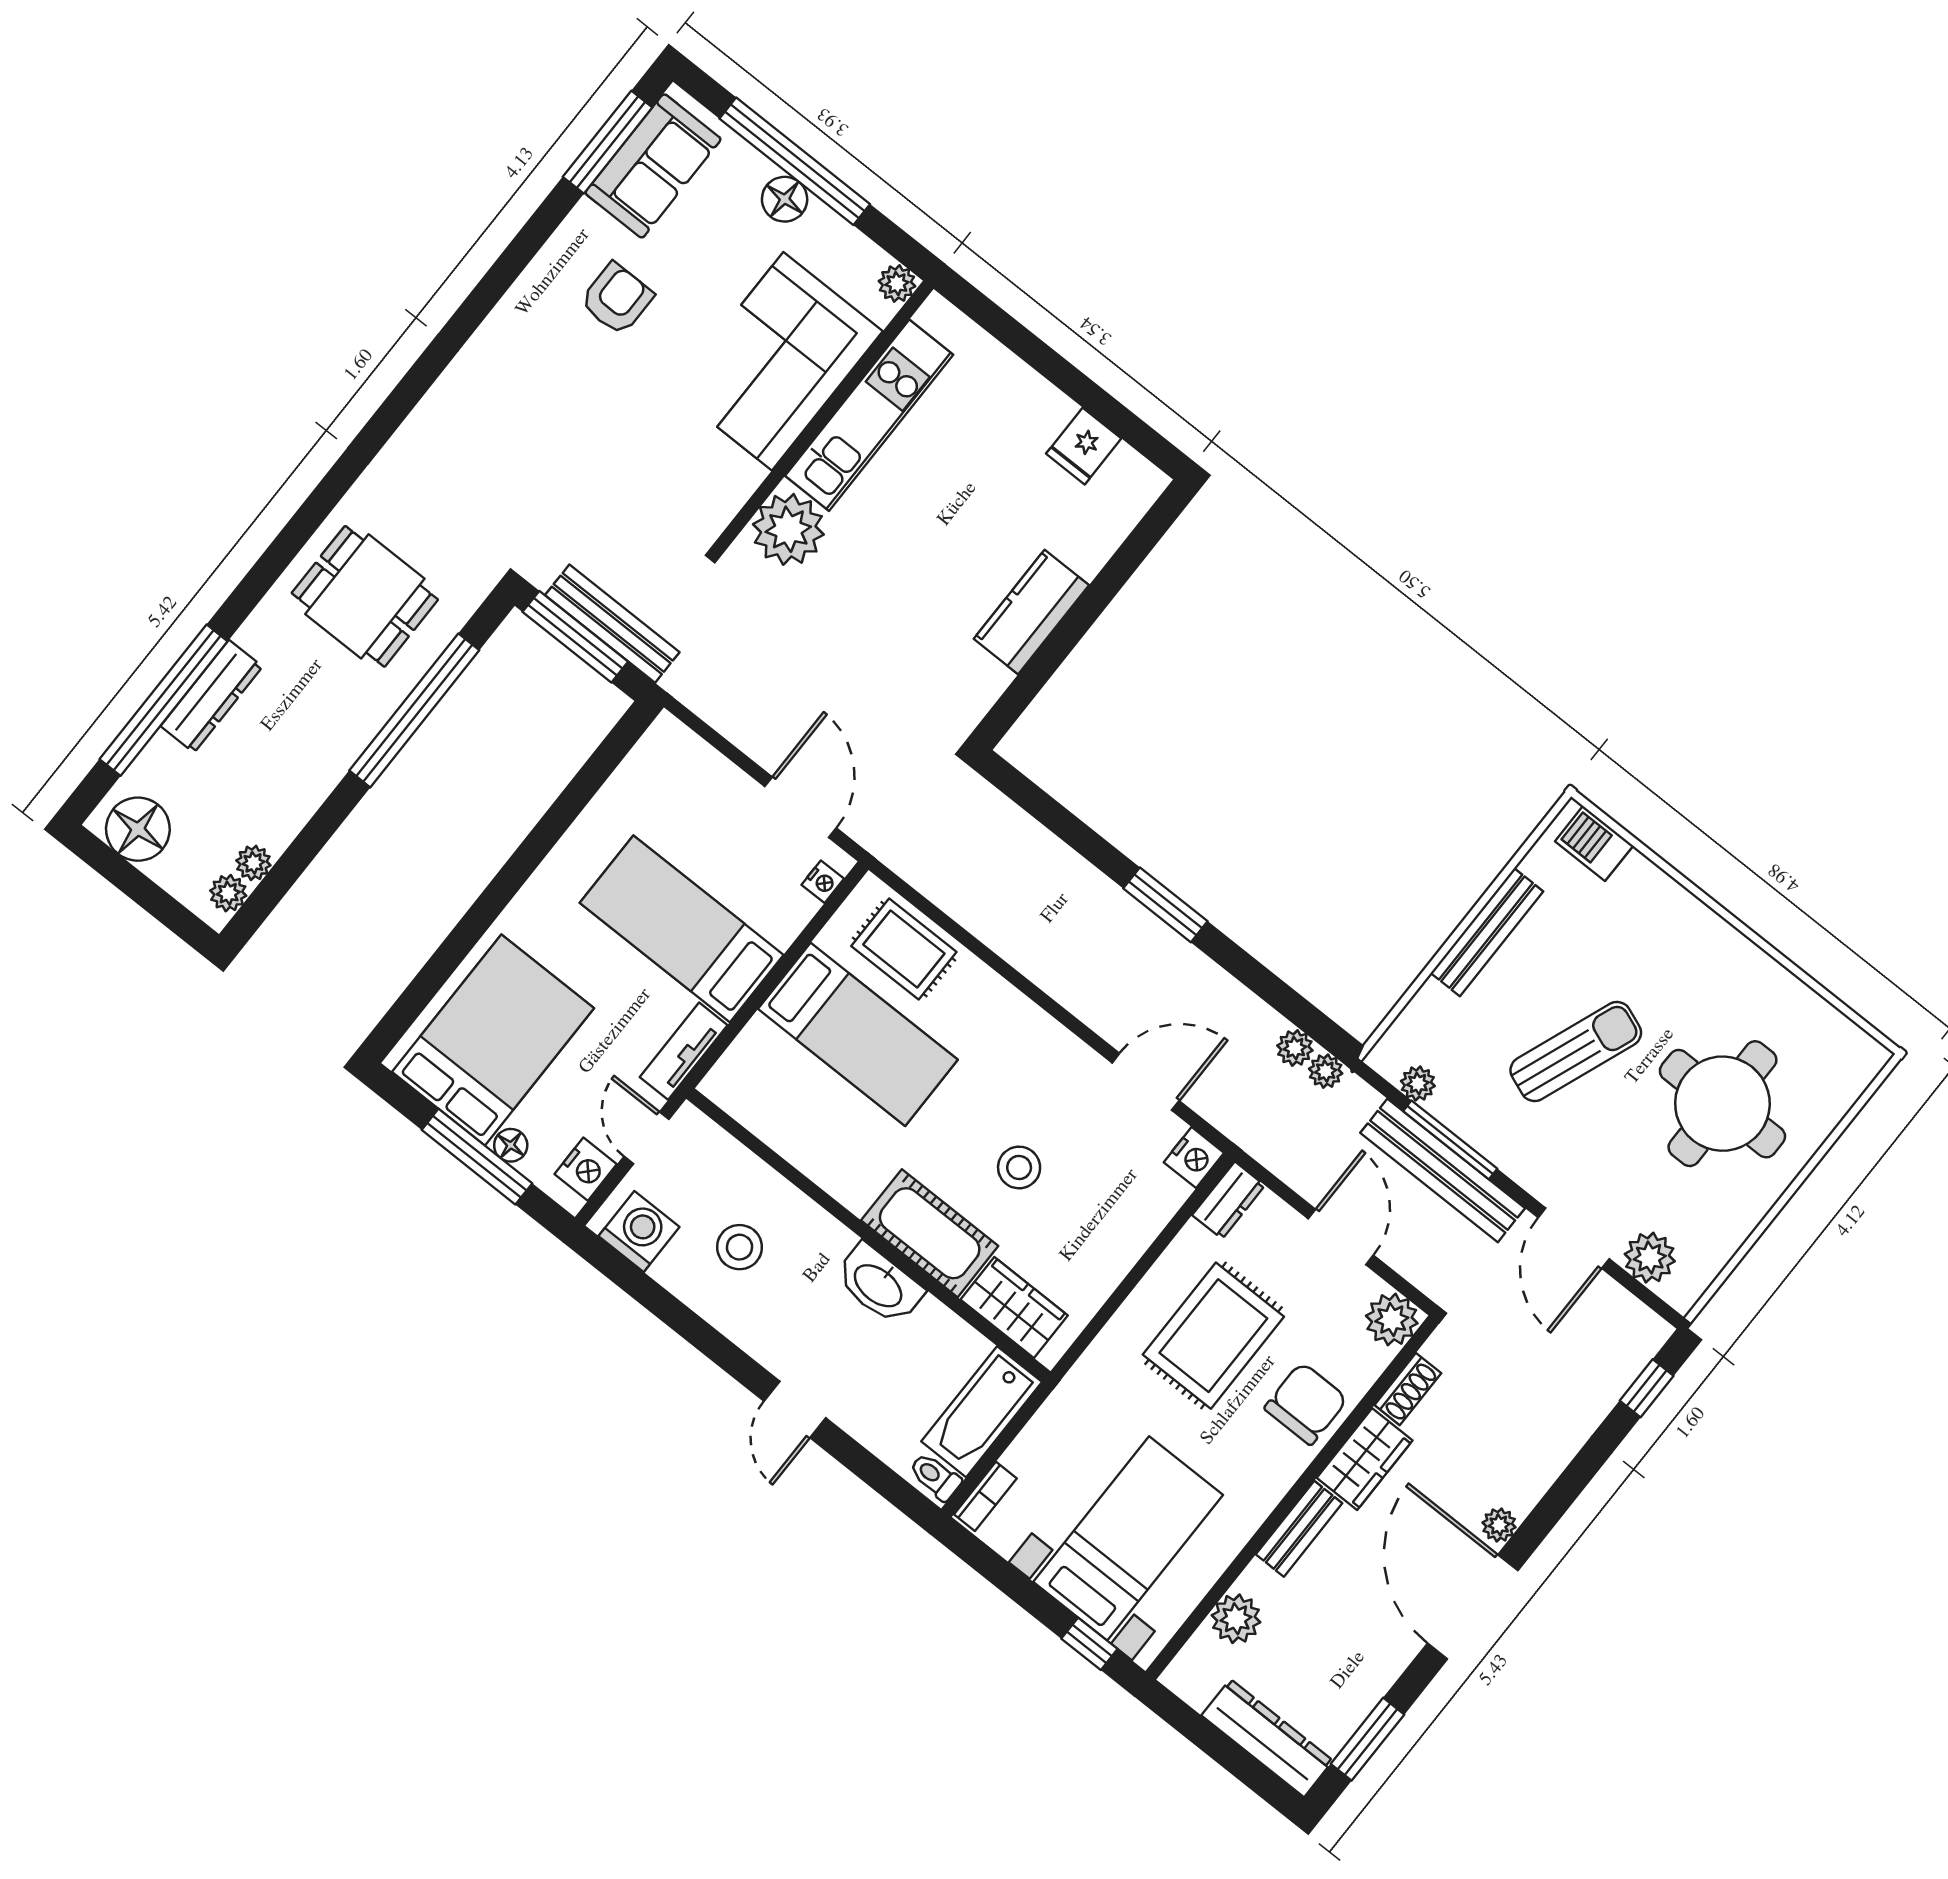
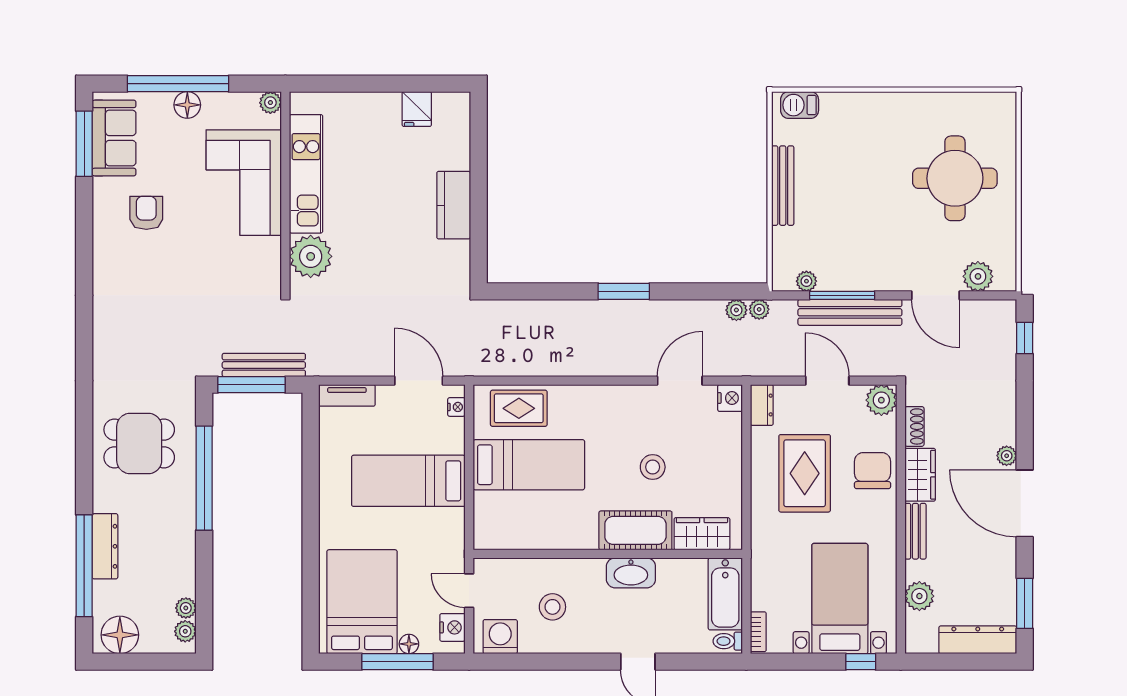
tv unit: (684, 1051) -> (347, 395), moved, turned -90
sun lounger: (1576, 1051) -> (868, 208), removed

